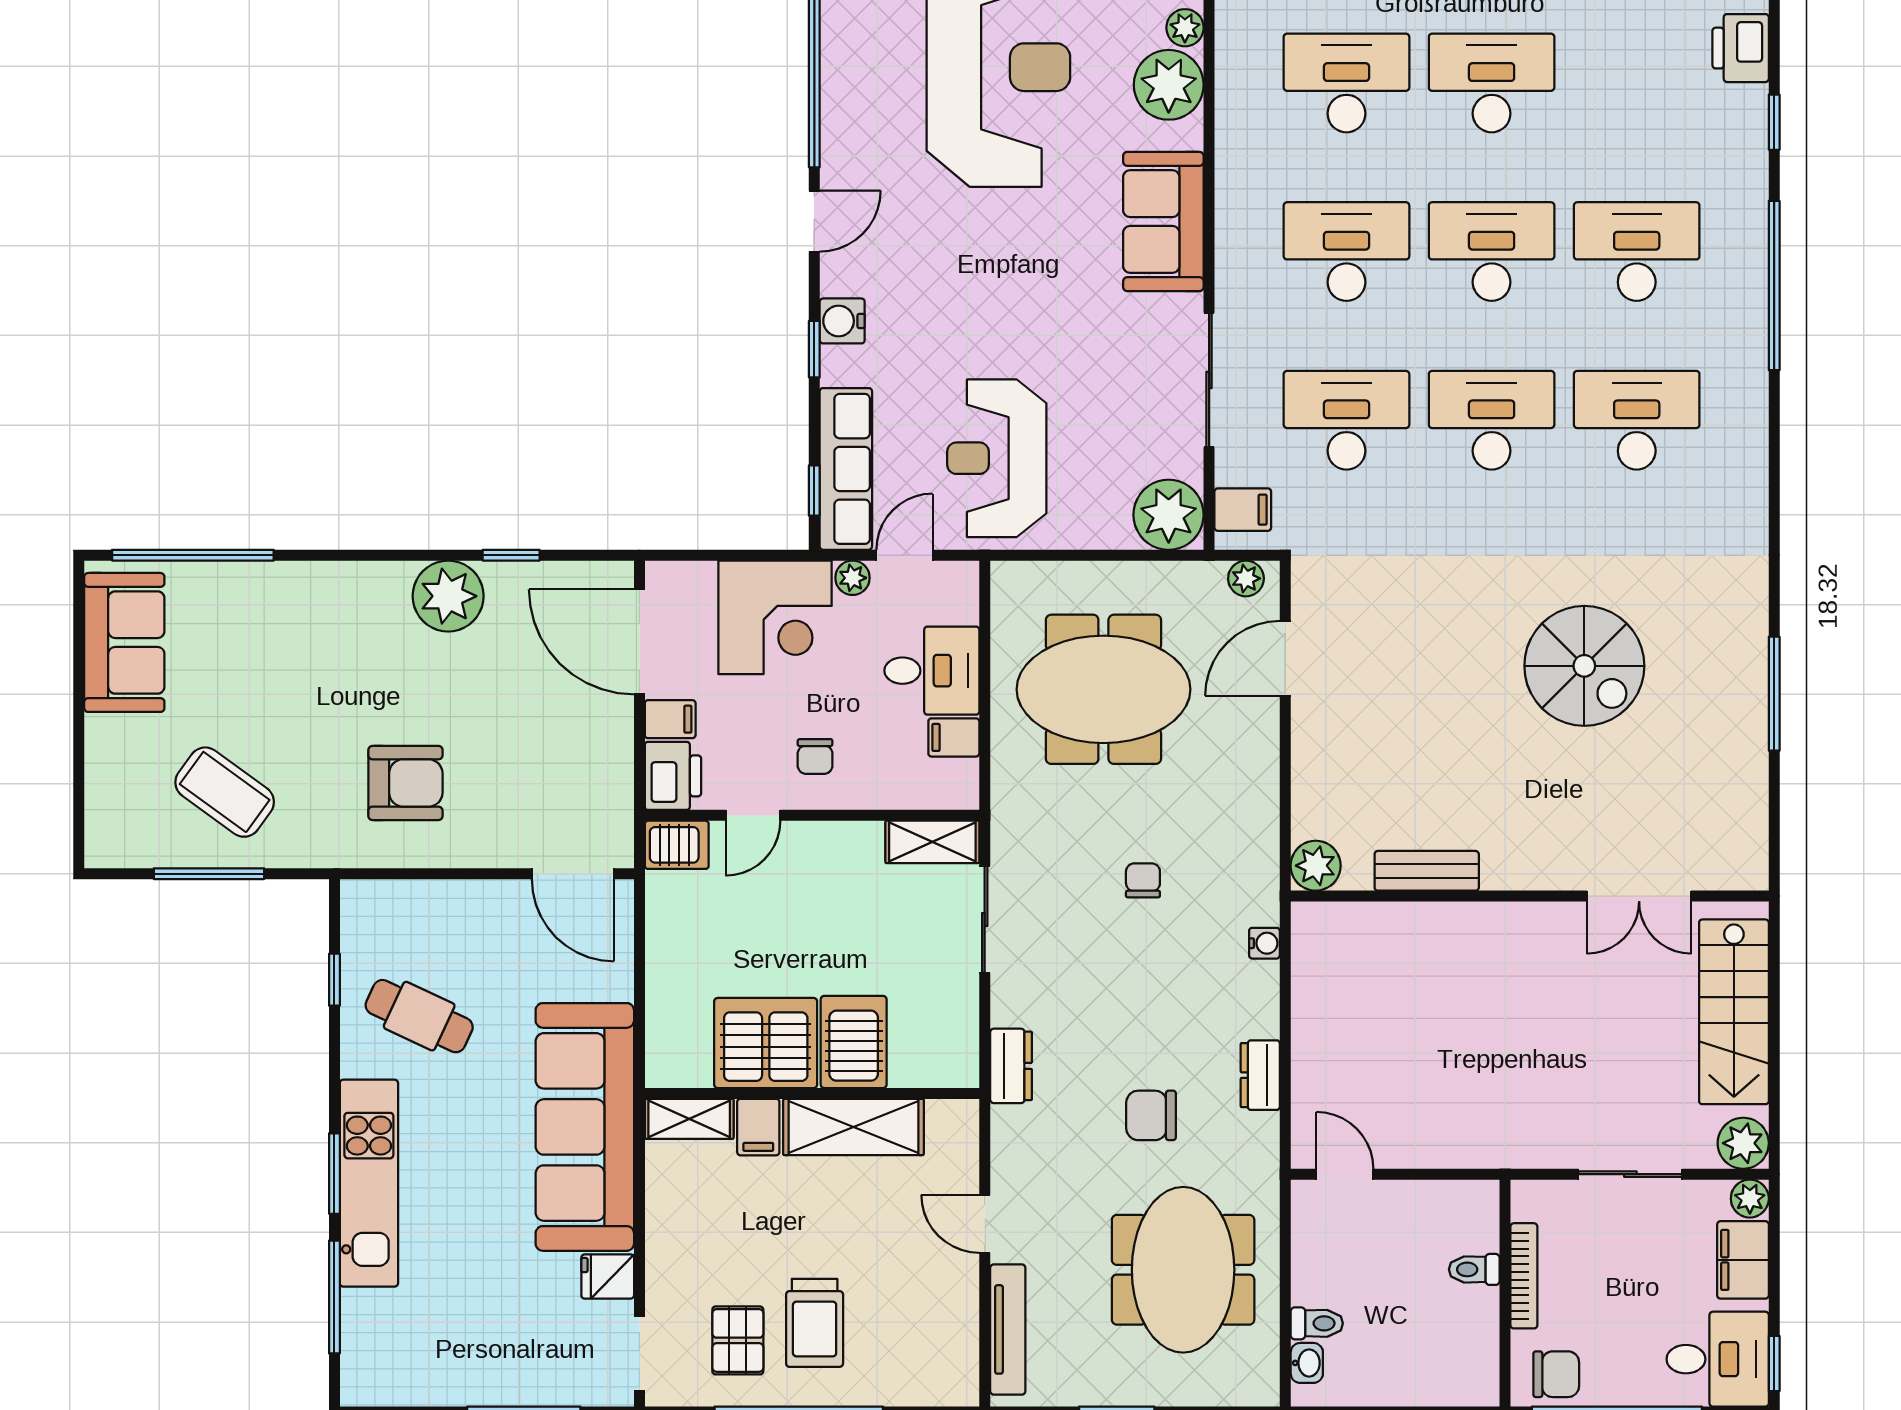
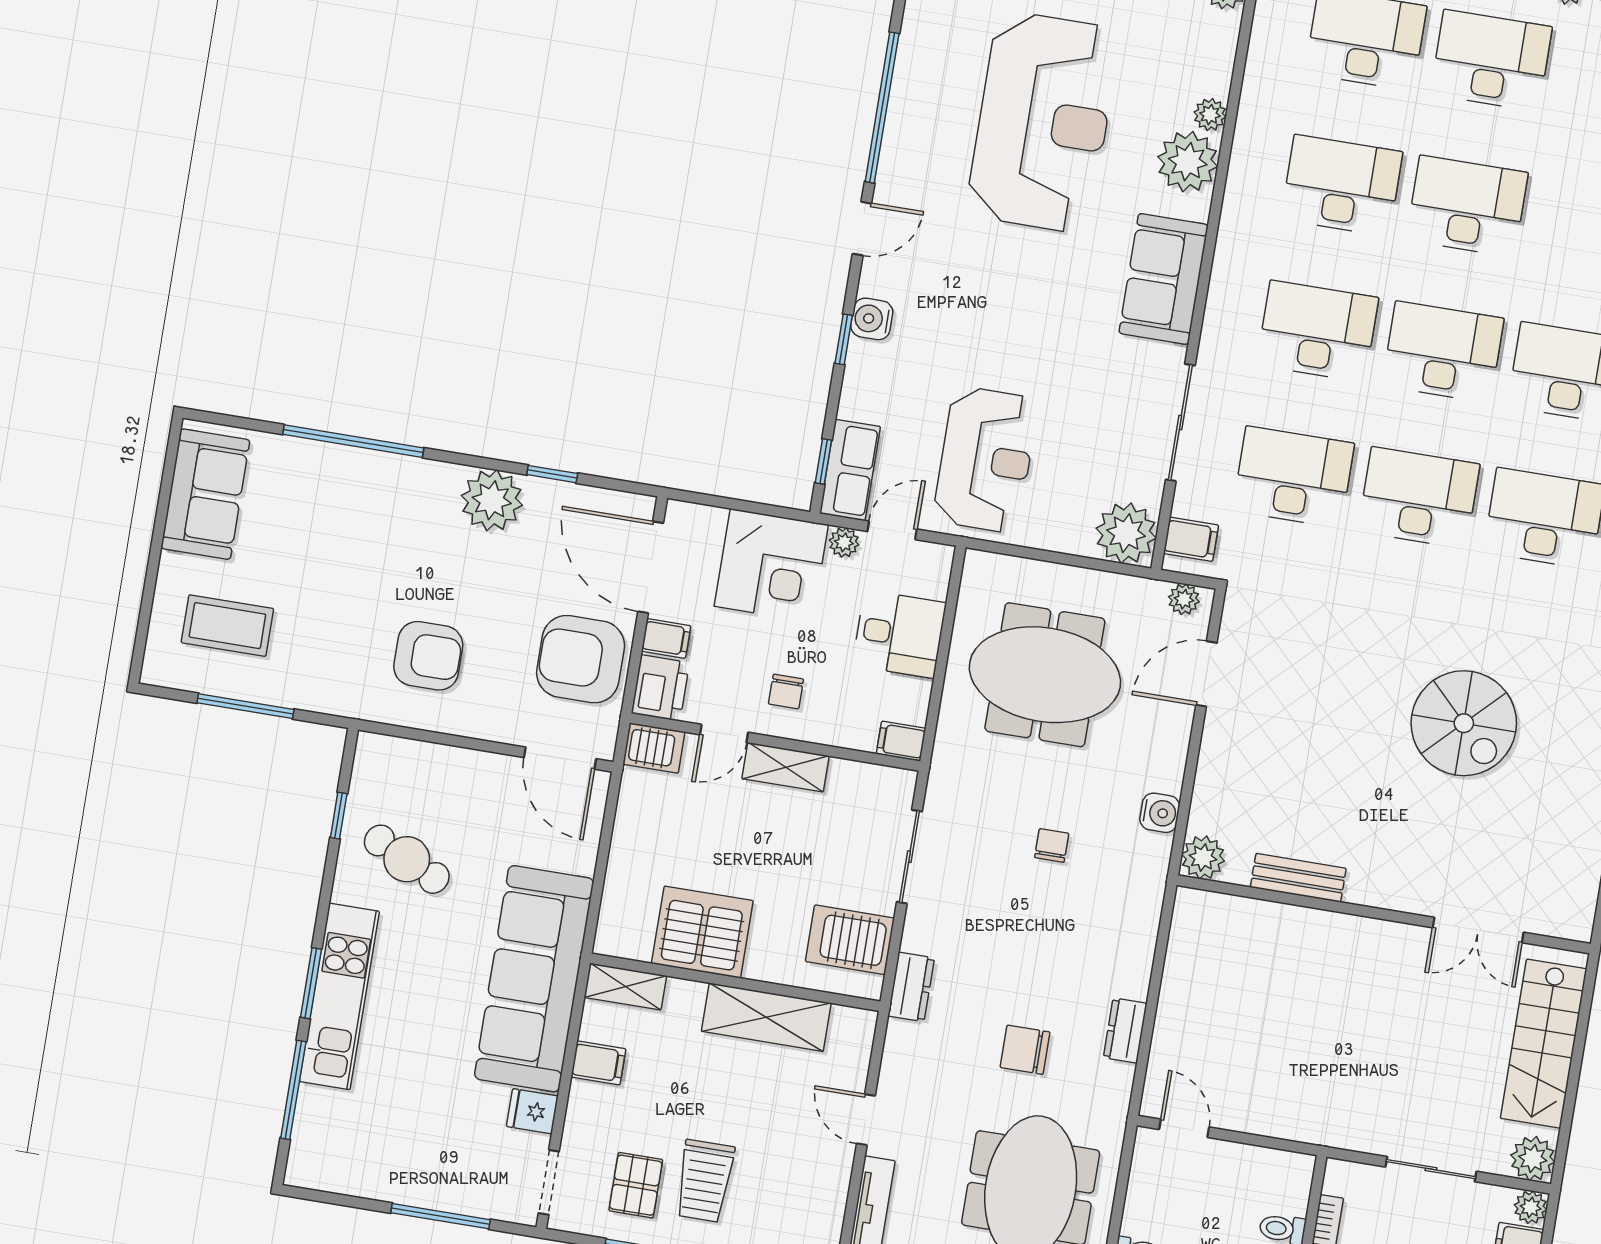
reception desk: (997, 458) -> (986, 460), turned 180
row of seats: (846, 469) -> (850, 470), width x0.68
window: (193, 555) -> (353, 441), moved
filing cabinet: (954, 737) -> (901, 741), moved
armchair: (578, 758) -> (581, 659), added
coffee table: (225, 792) -> (227, 626), moved, turned -36
shelving: (932, 842) -> (786, 767), moved
water cooler: (1264, 943) -> (1160, 813), moved, width x1.38, depth x1.38
server rack: (854, 1042) -> (850, 940), moved, turned -90
filing cabinet: (758, 1127) -> (598, 1063), moved, turned -90

